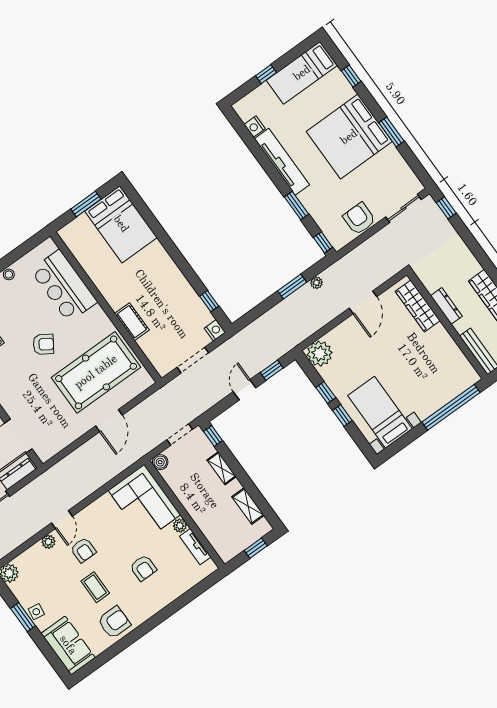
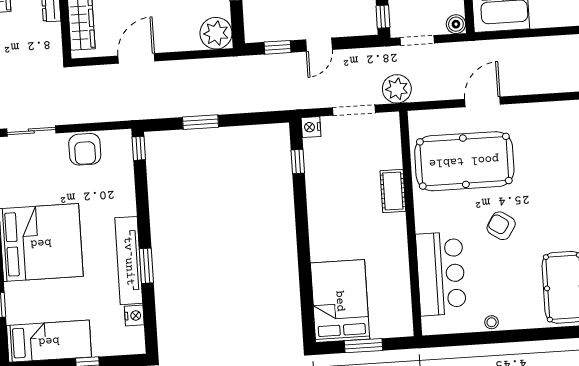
window: (296, 206) -> (146, 266), moved
plant: (316, 283) -> (397, 89), moved, width x1.87, depth x1.87

